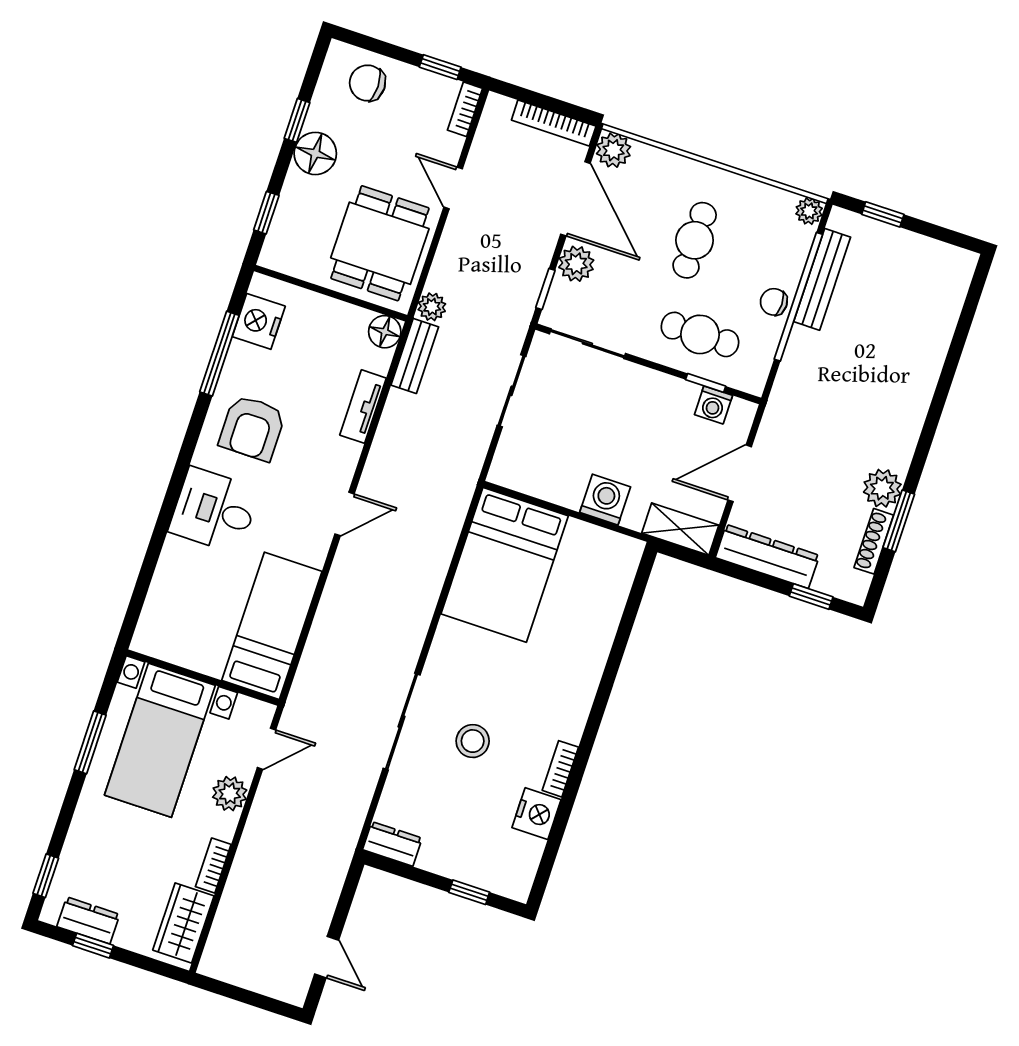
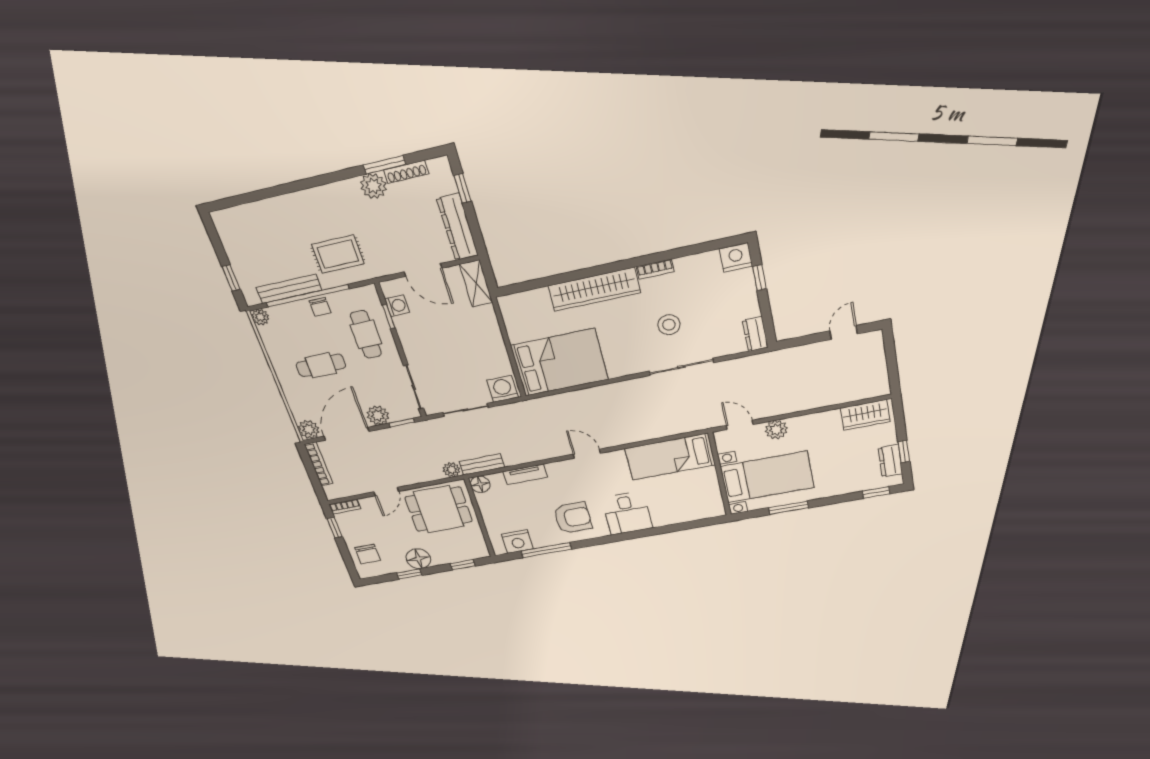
rug: (827, 379) -> (338, 254), added
washing machine: (605, 500) -> (502, 389), moved, turned 90
wardrobe: (580, 675) -> (594, 289), added
nightstand: (536, 814) -> (736, 257), moved
bookcase: (213, 866) -> (823, 417), removed

